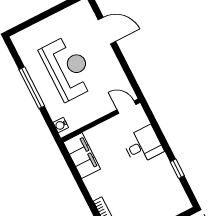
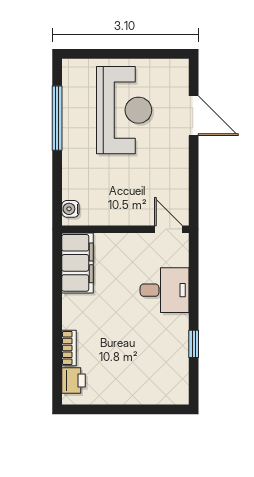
reception desk: (68, 68) -> (124, 110), moved
window: (32, 88) -> (57, 118), moved

